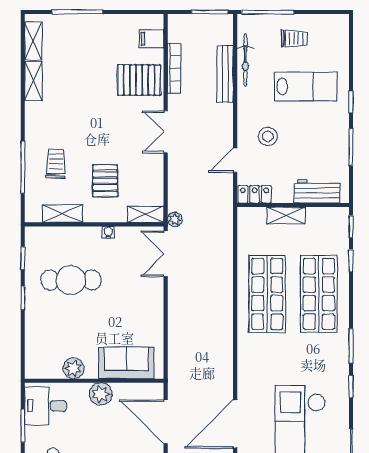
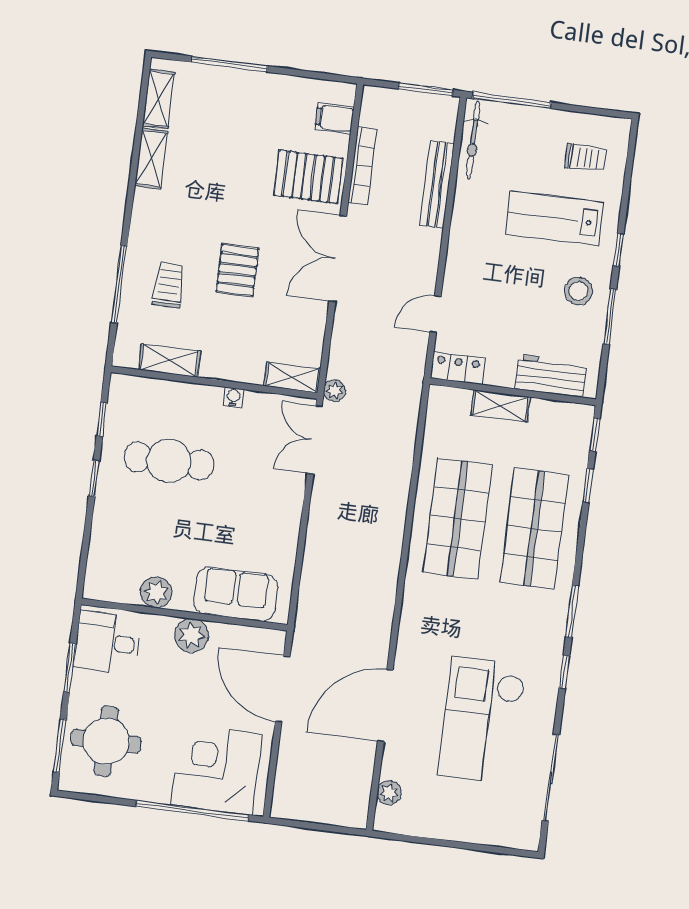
trolley: (294, 38) -> (585, 158), moved
bicycle: (245, 60) -> (473, 140), moved
lab bench: (306, 86) -> (554, 218), turned 180
double door: (166, 132) -> (338, 259), width x1.37
stool: (268, 136) -> (578, 291), moved
pallet: (105, 181) -> (237, 270), moved

